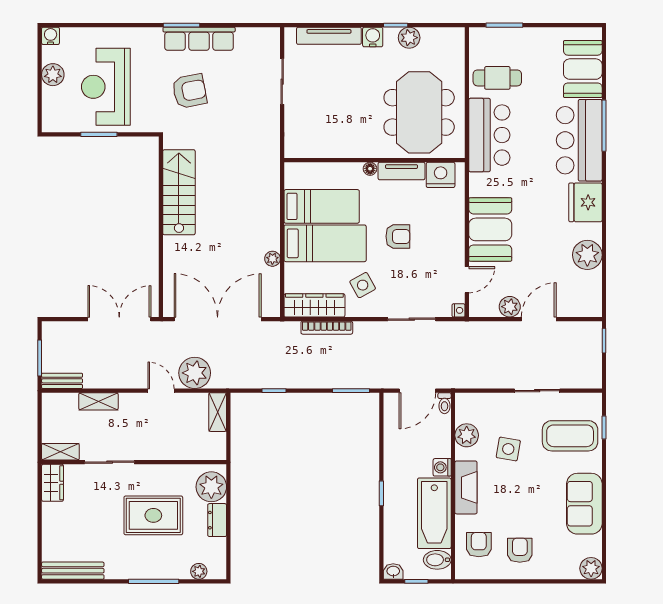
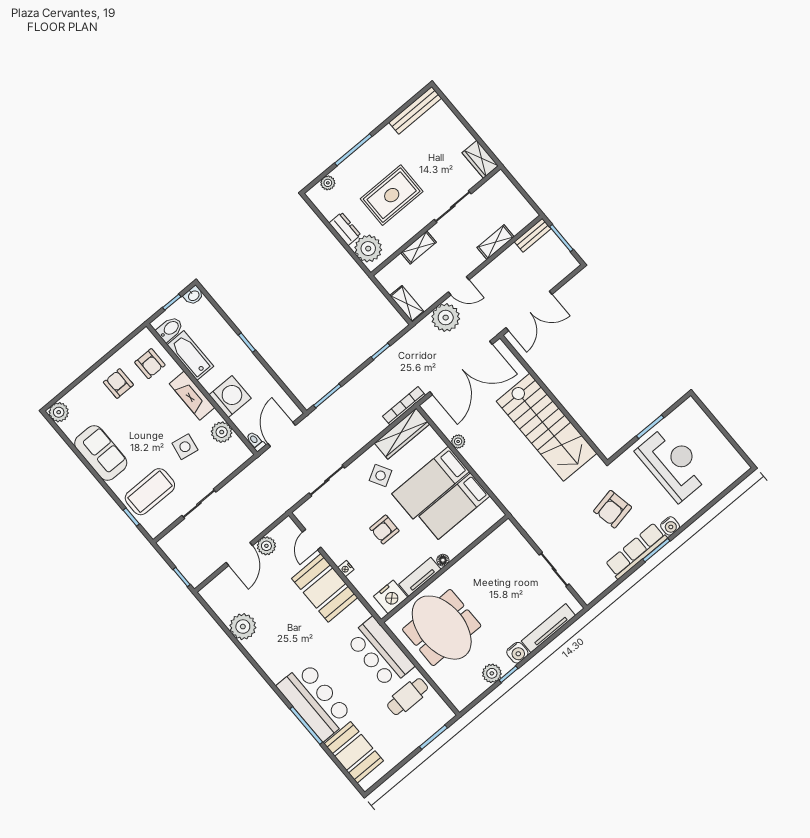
water cooler: (51, 36) -> (670, 526), moved
plant: (53, 75) -> (716, 441), removed
stairs: (179, 192) -> (547, 427), width x1.36, depth x1.51
fridge: (585, 202) -> (275, 662), removed
nightstand: (459, 310) -> (346, 569), moved
bookcase: (327, 328) -> (404, 406), moved
shelving: (60, 452) -> (419, 248), moved
washing machine: (442, 467) -> (230, 397), width x1.89, depth x1.89
bathtub: (434, 513) -> (190, 356), width x0.73, depth x0.73
armchair: (520, 550) -> (118, 384), turned 180

